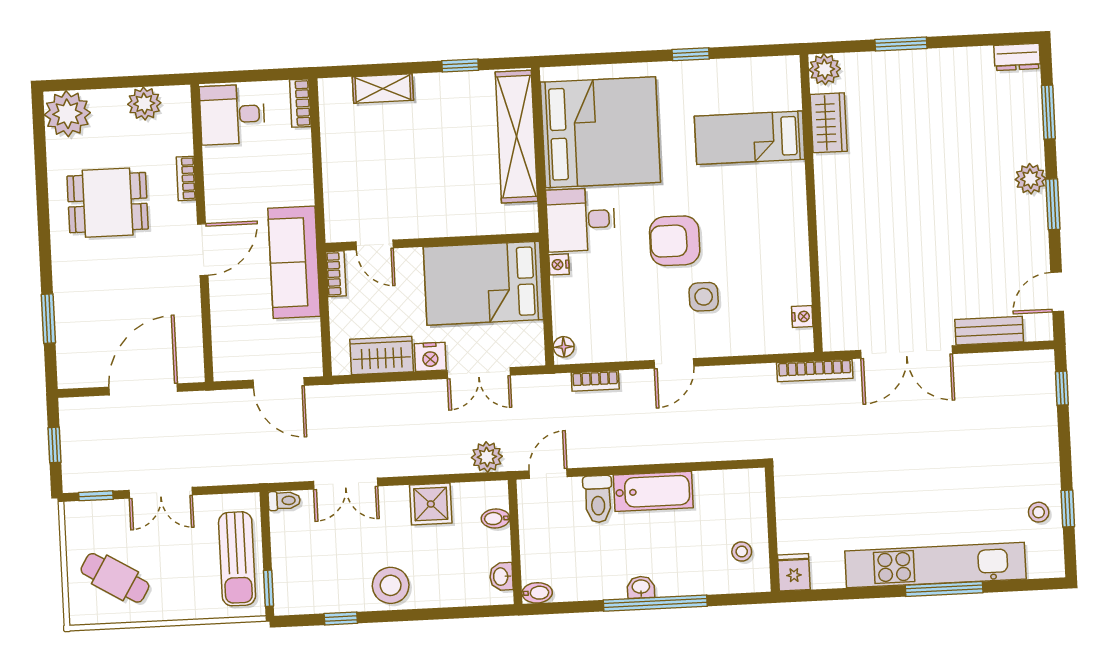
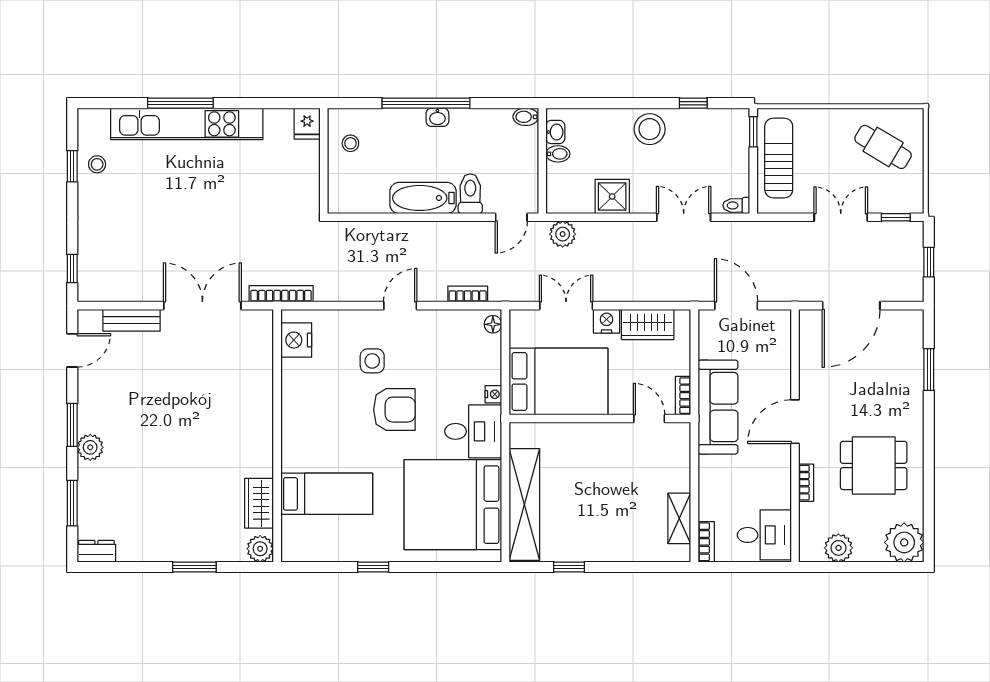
shelving: (383, 89) -> (679, 518), moved, turned 90
nightstand: (802, 317) -> (296, 340), width x1.89, depth x1.79
bidet: (495, 518) -> (558, 154), moved

